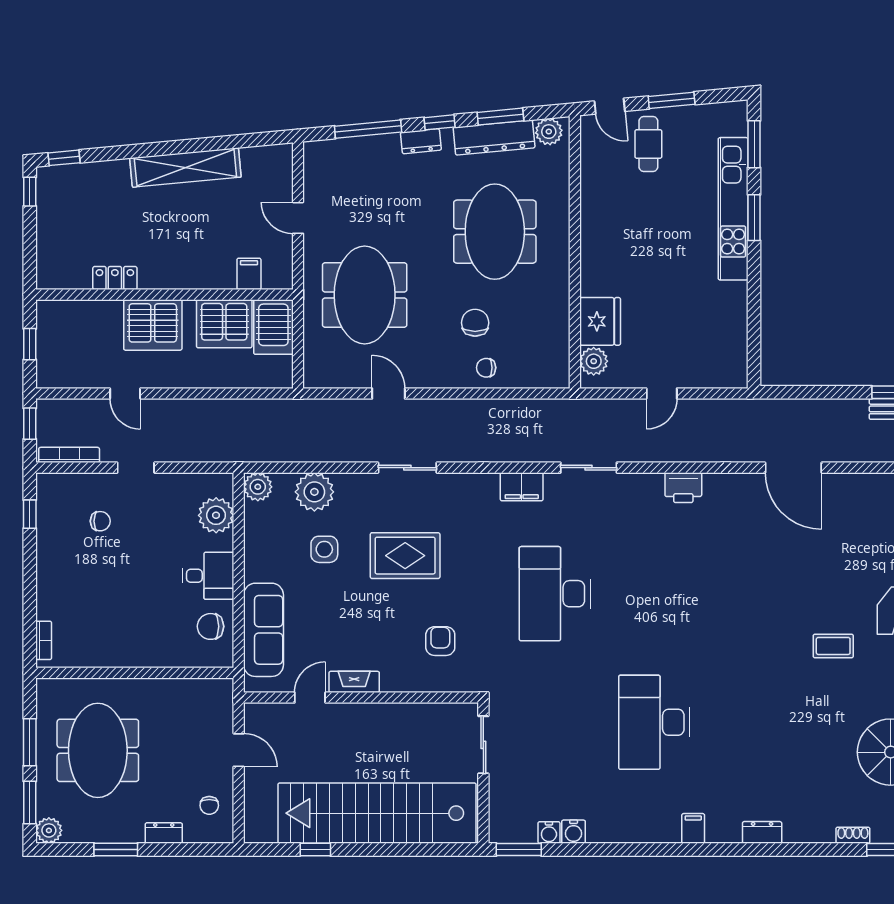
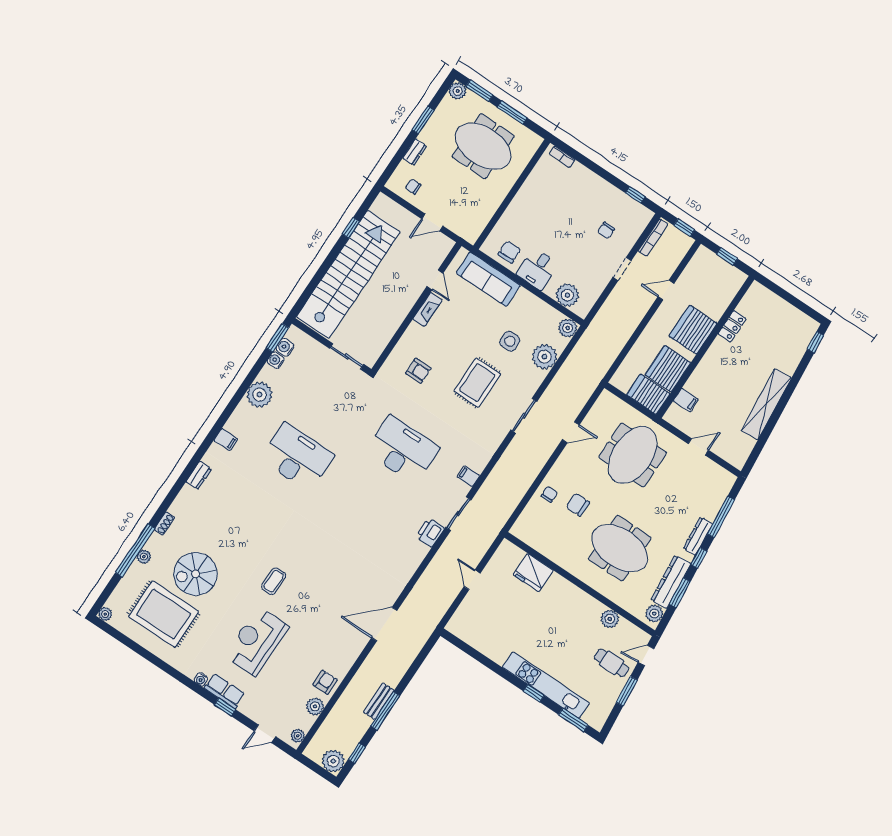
dresser: (421, 141) -> (698, 536), width x1.44
window: (30, 192) -> (809, 312), removed
window: (754, 218) -> (534, 693), width x0.67
meeting table: (365, 295) -> (633, 455), turned 90
chair: (475, 323) -> (578, 505), turned 180
plant: (594, 361) -> (610, 619), moved
filing cabinet: (522, 487) -> (468, 476), width x0.50
printer: (683, 488) -> (430, 532), moved
plant: (607, 824) -> (259, 395), added
water cooler: (574, 832) -> (285, 347), moved

